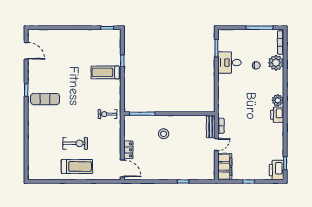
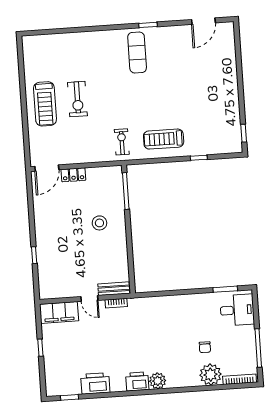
desk: (230, 63) -> (237, 310), moved, turned 90
treadmill: (105, 72) -> (164, 139), moved, turned -90
printer: (277, 170) -> (95, 383), moved

